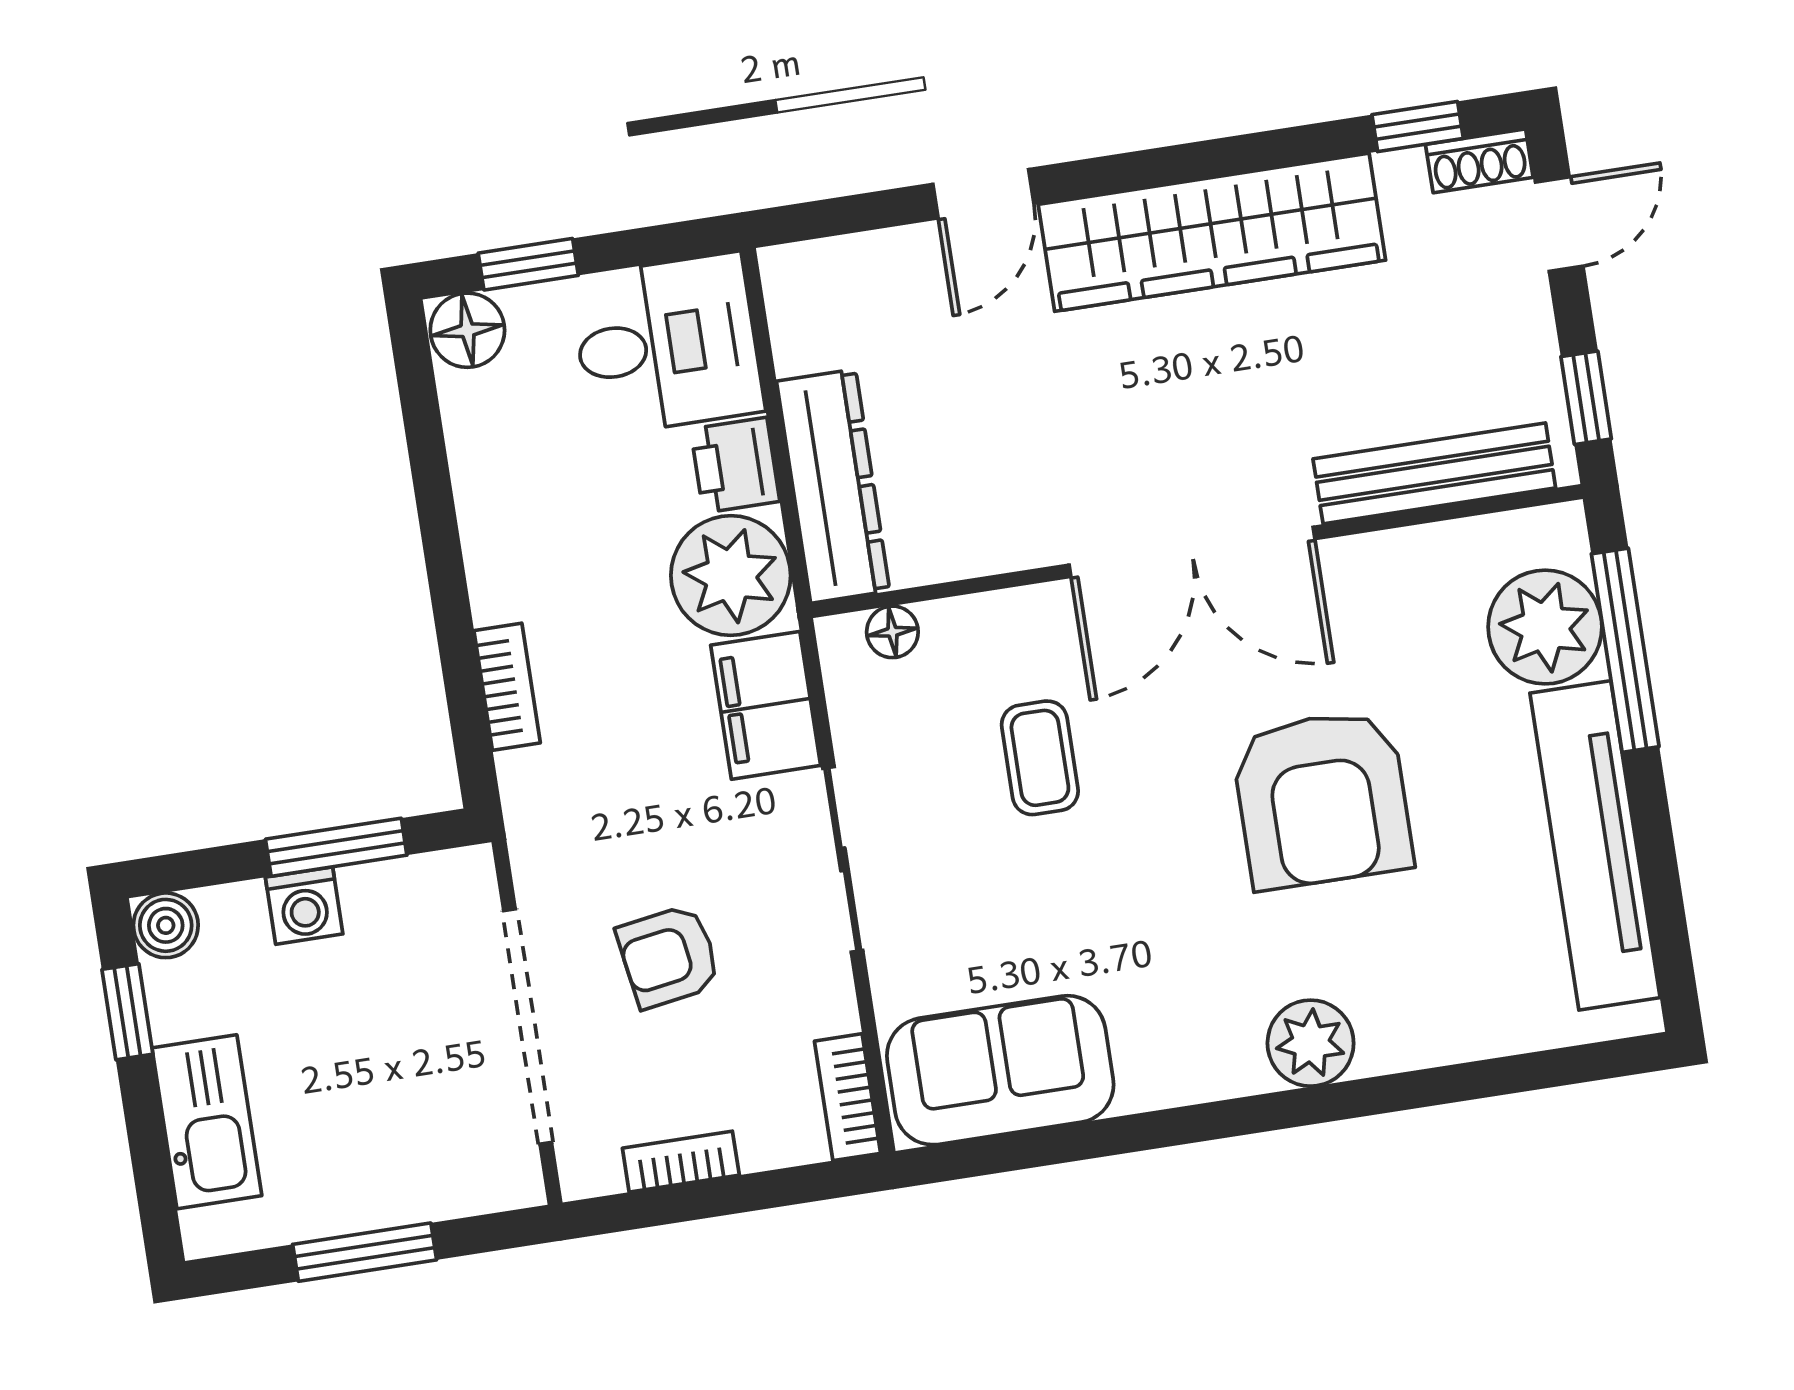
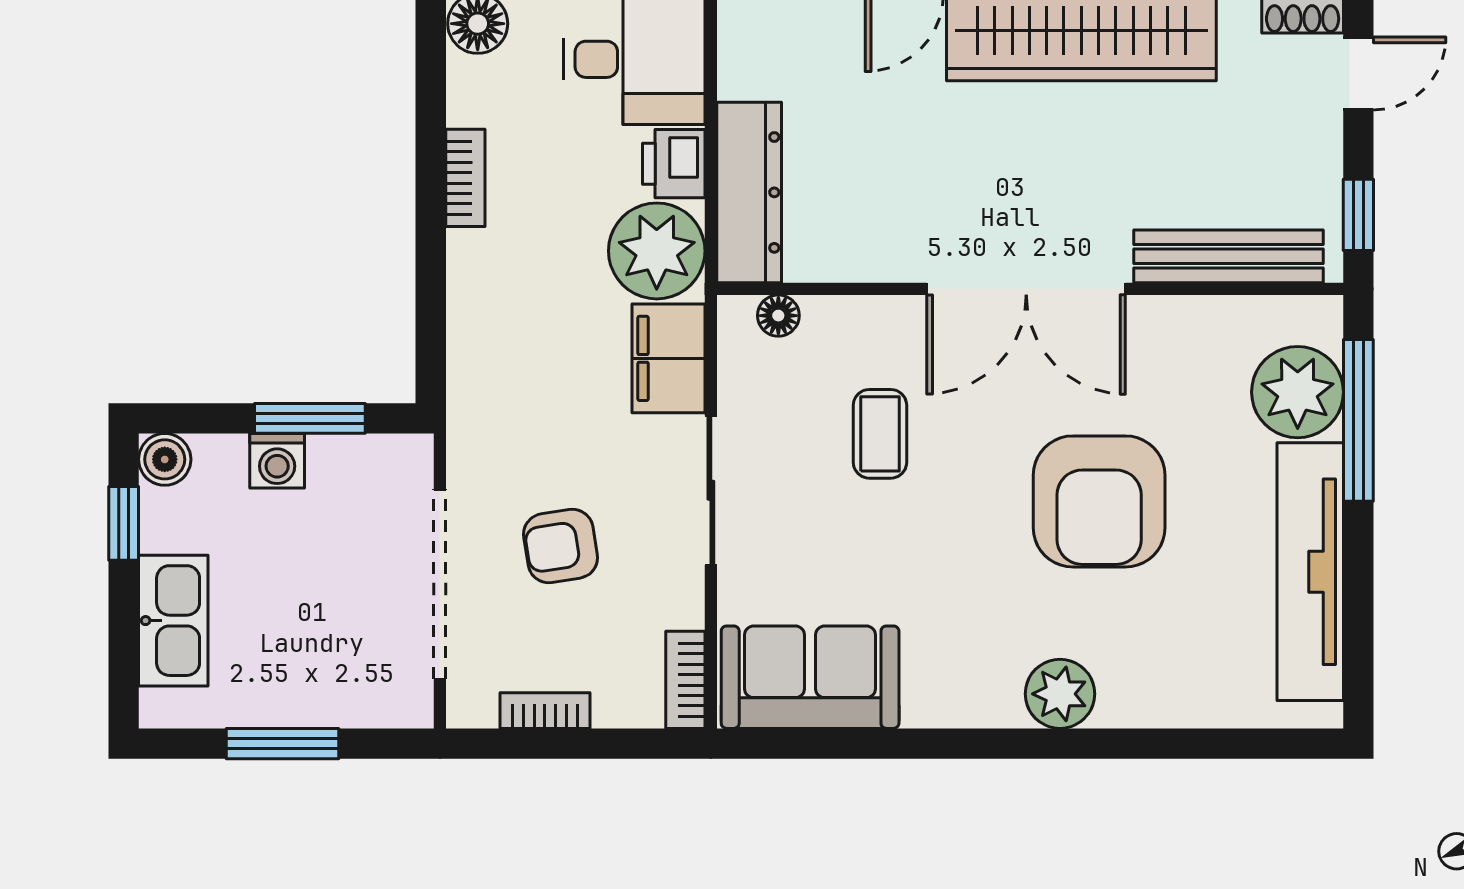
bookcase: (507, 687) -> (465, 178), moved

